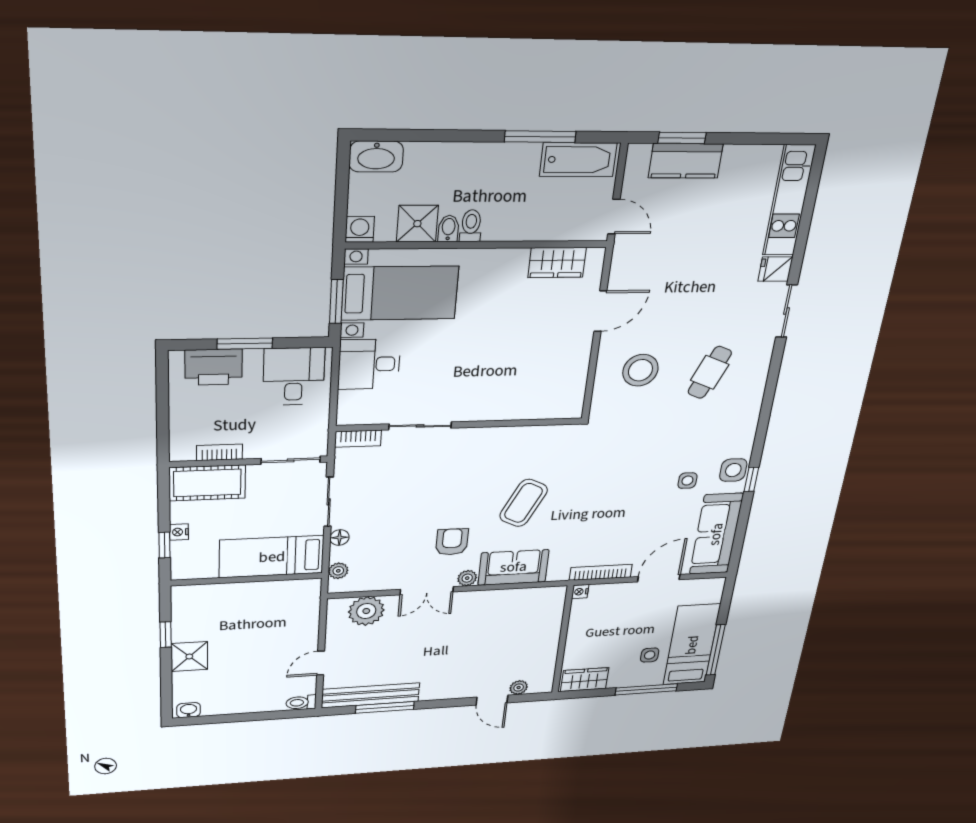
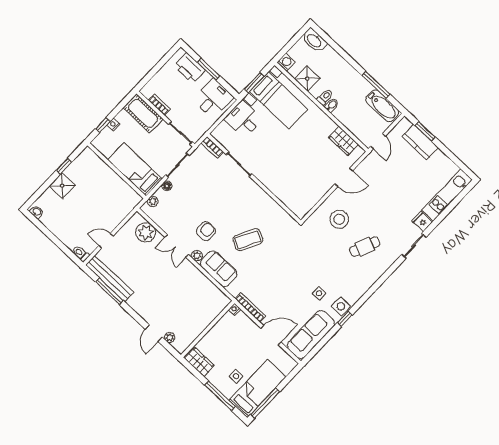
bidet: (448, 229) -> (332, 105), moved

